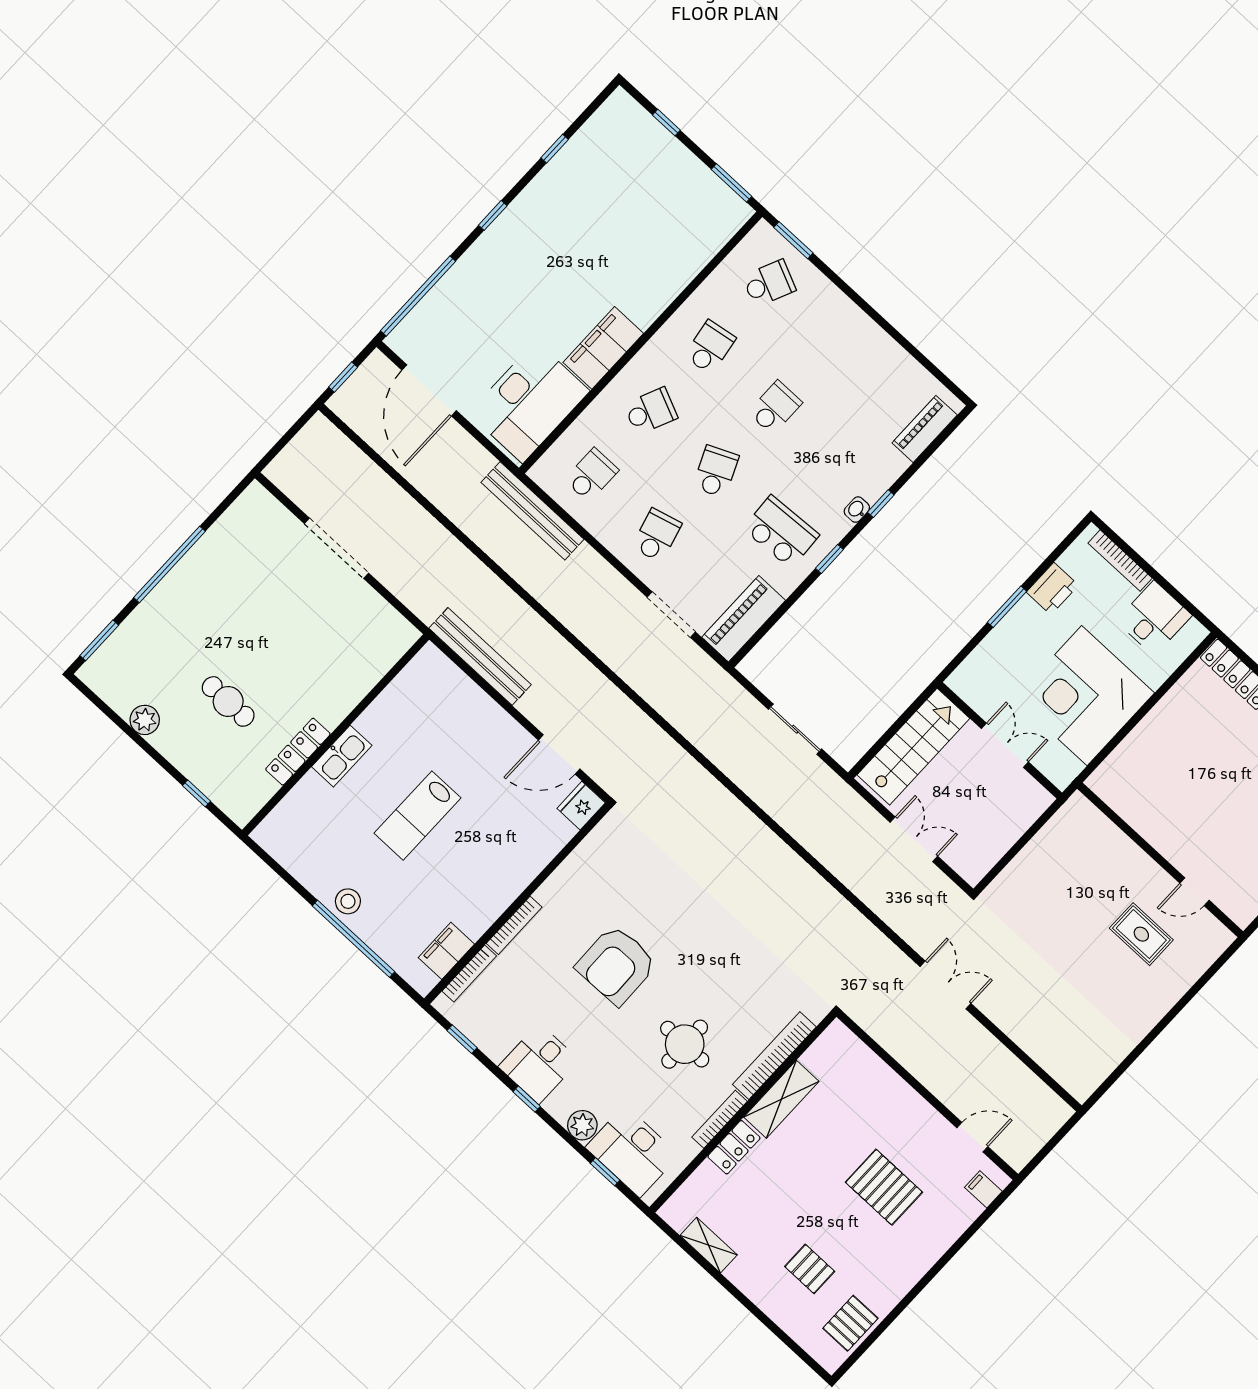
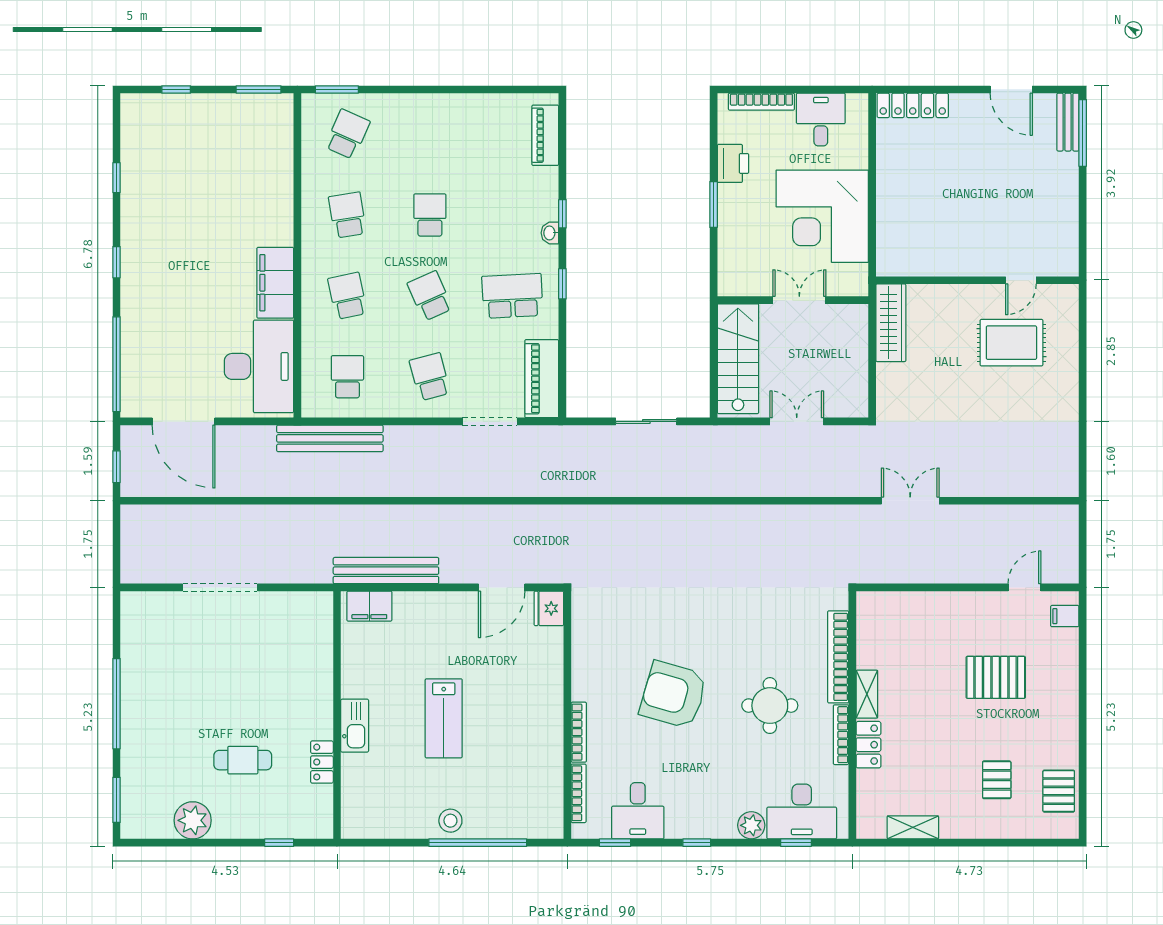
school desk: (651, 411) -> (347, 296), turned -36
plant: (145, 720) -> (193, 820), width x1.36, depth x1.36
locker: (298, 752) -> (322, 762), width x0.66
wardrobe: (1061, 830) -> (891, 323), added
rug: (1141, 934) -> (1011, 343), width x1.36, depth x1.43
filing cabinet: (446, 951) -> (369, 606), moved, turned -90
armchair: (616, 965) -> (673, 695), turned 107
desk: (539, 1064) -> (638, 811), moved
shelving: (781, 1099) -> (867, 694), width x0.67, depth x0.75
pallet: (810, 1269) -> (997, 780), turned 90

